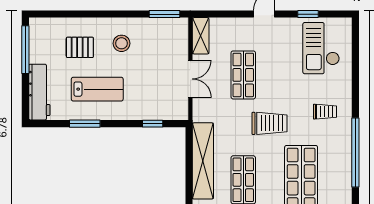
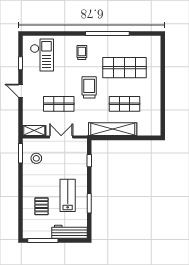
stool: (121, 43) -> (36, 158), moved
checkout: (321, 48) -> (42, 55), turned -90

